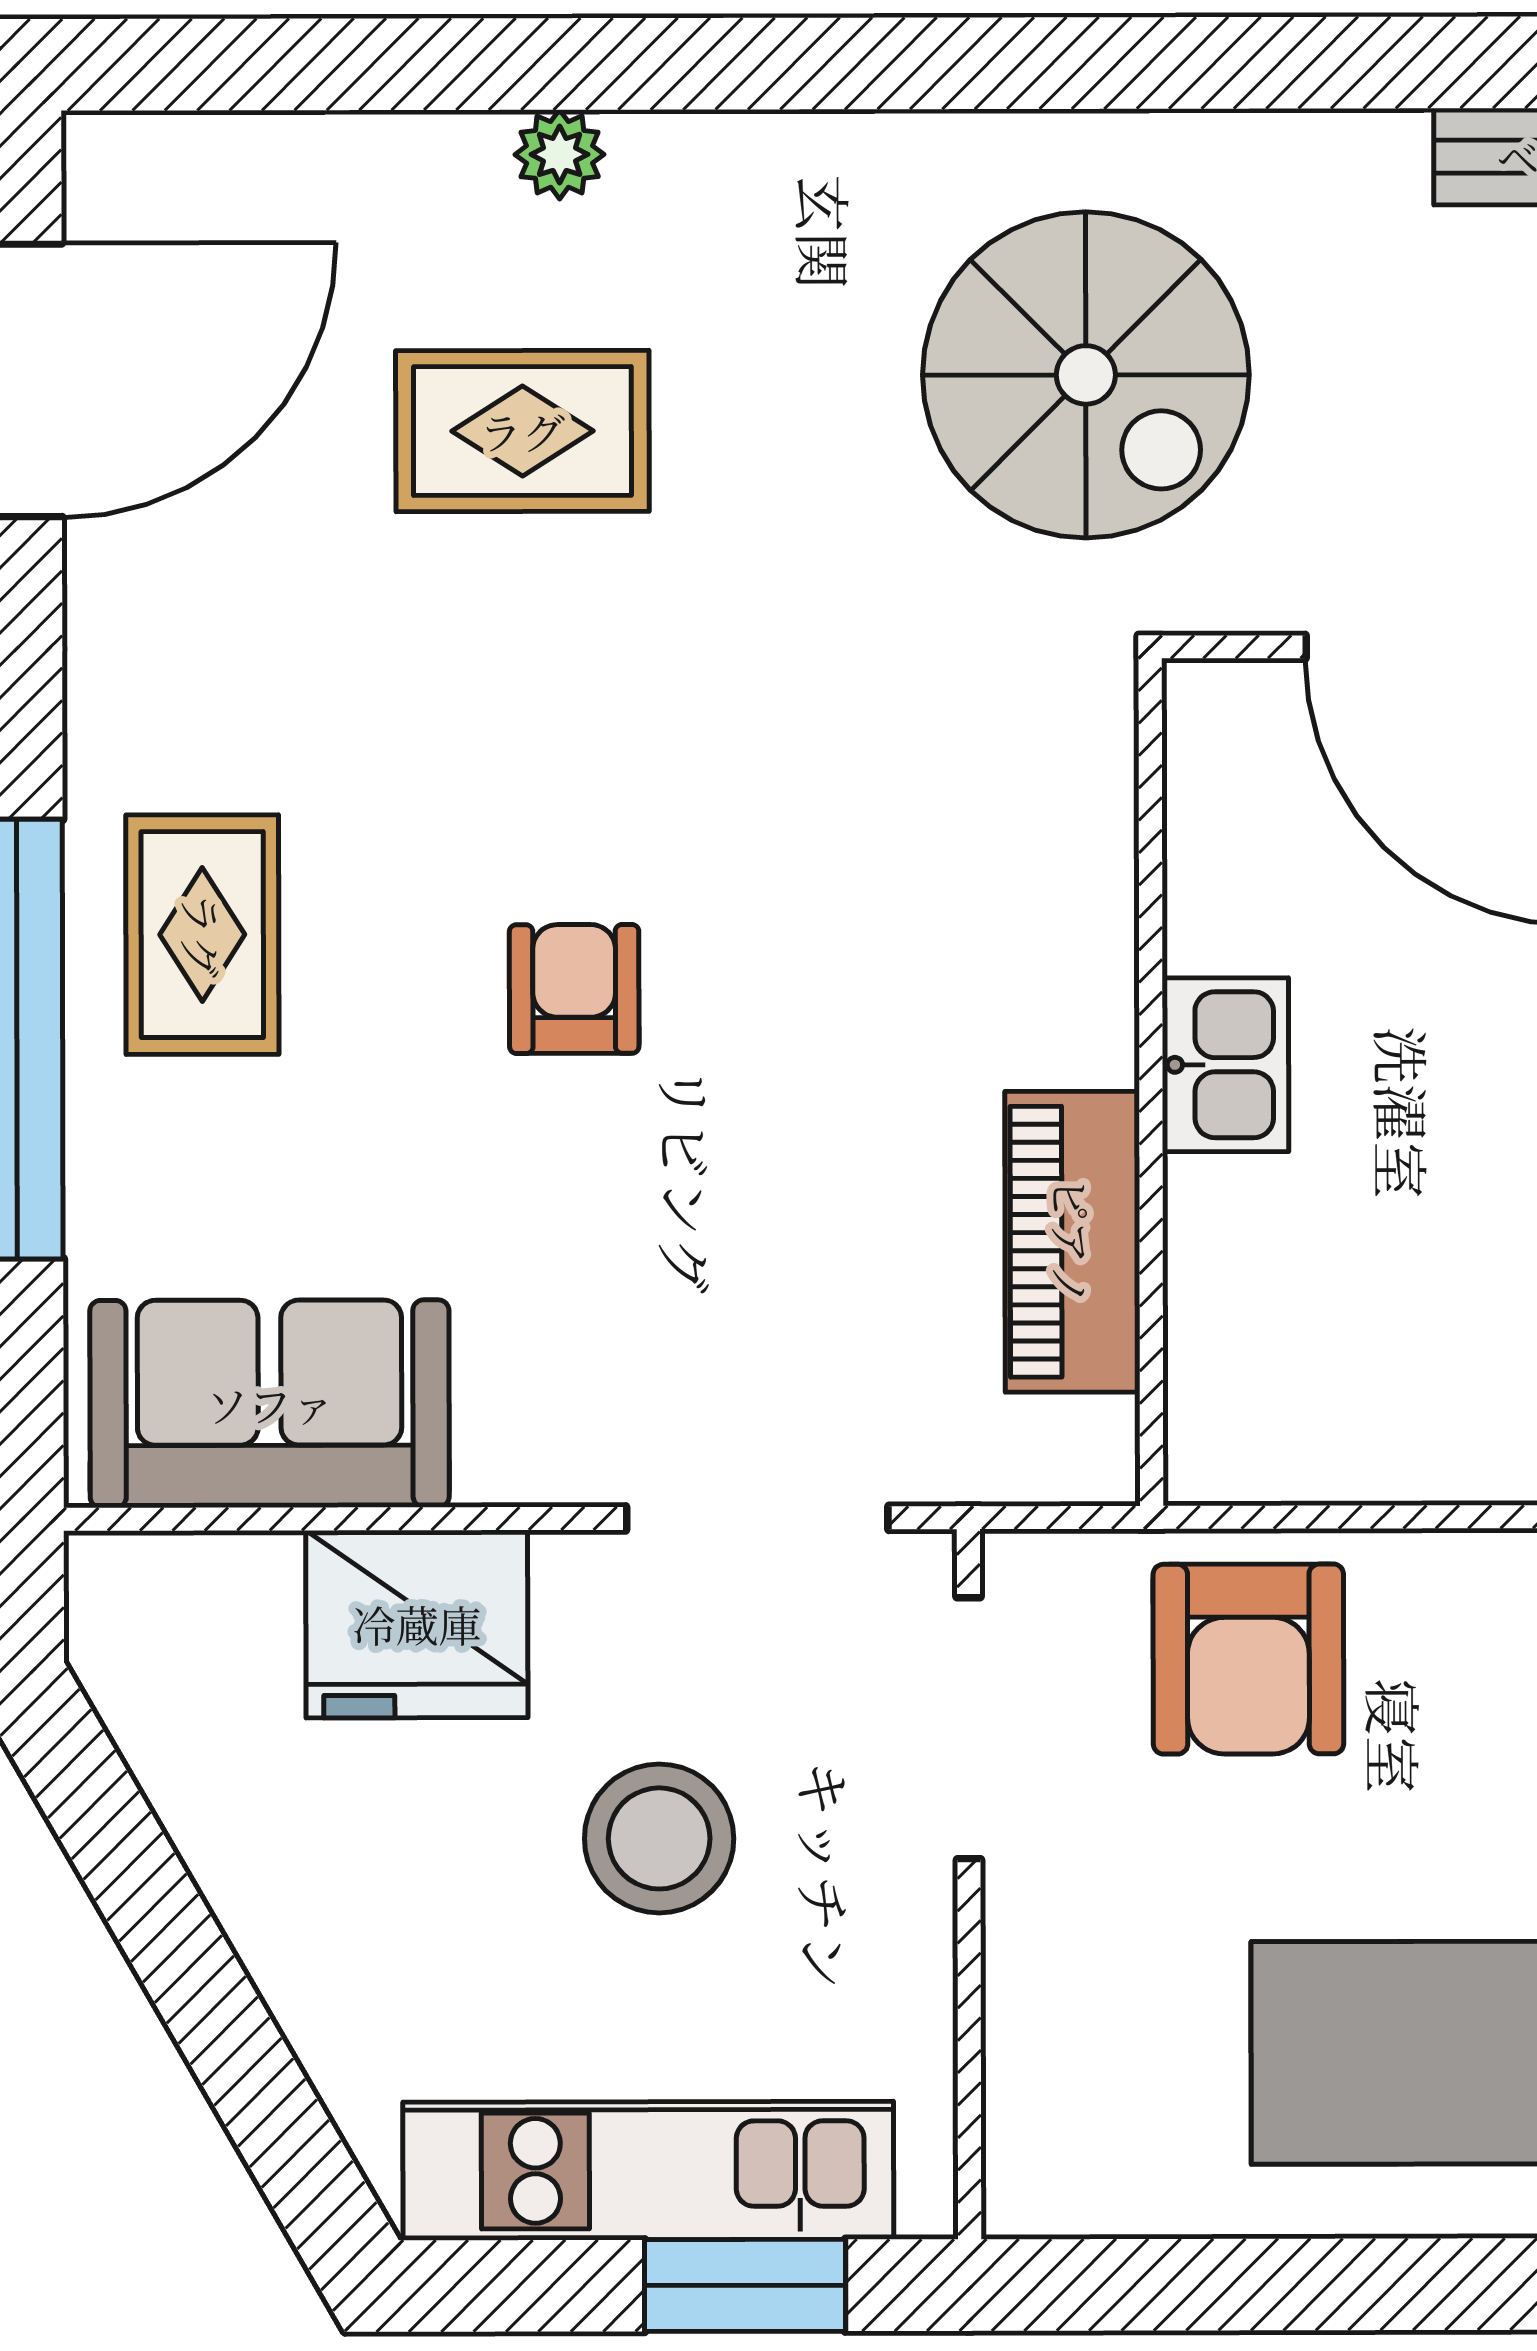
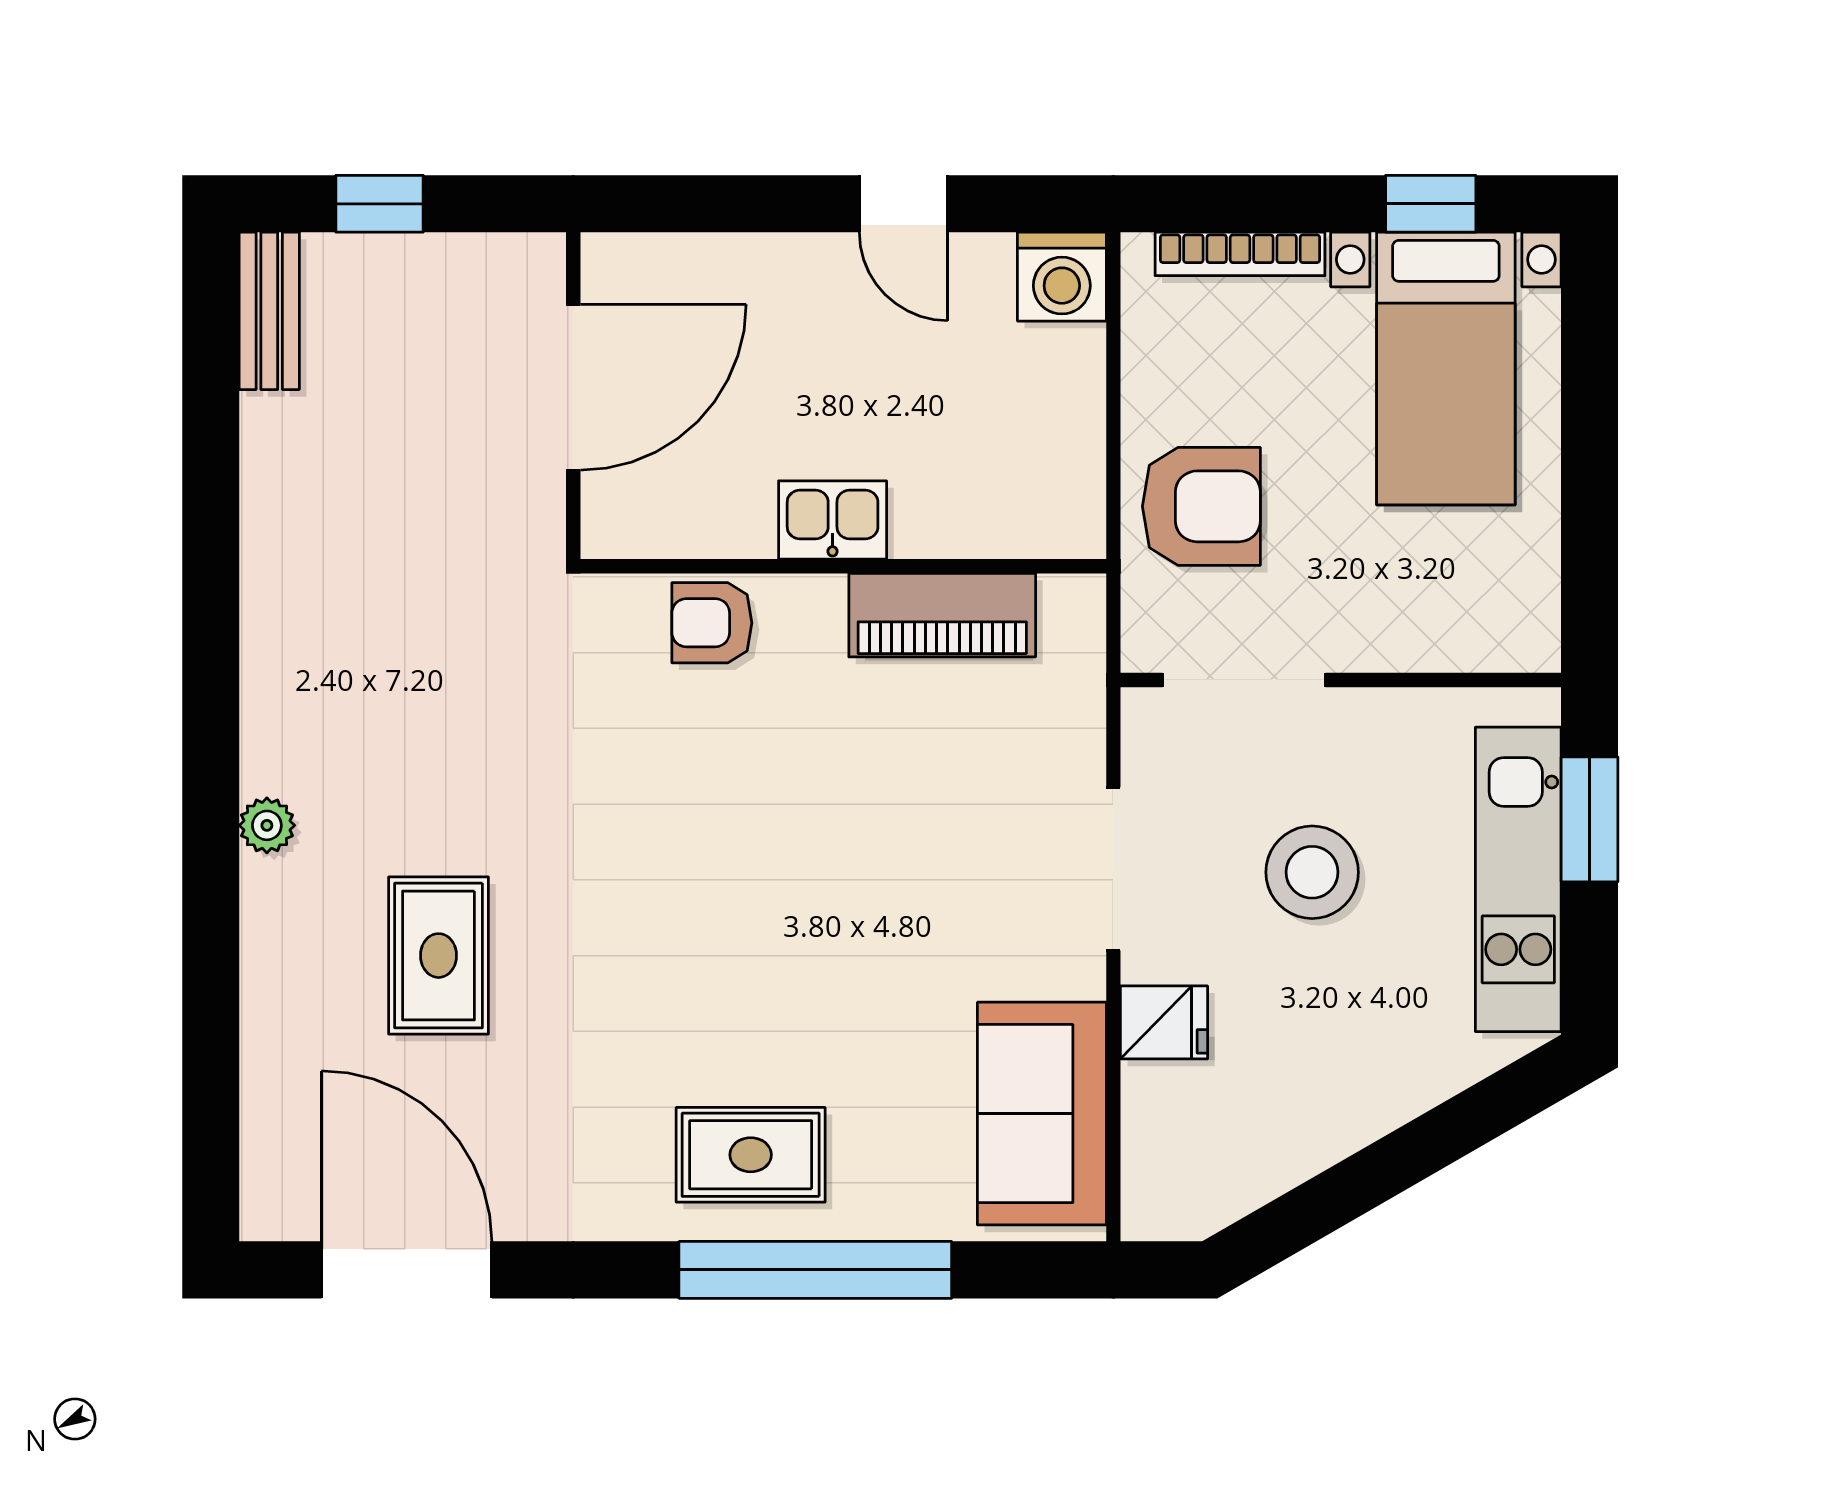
plant: (560, 154) -> (267, 825), moved
spiral stairs: (1086, 375) -> (404, 606), removed
armchair: (574, 989) -> (712, 623), moved
doorway: (757, 1518) -> (1113, 869), moved
fridge: (417, 1624) -> (1164, 1022), width x0.53, depth x0.75

